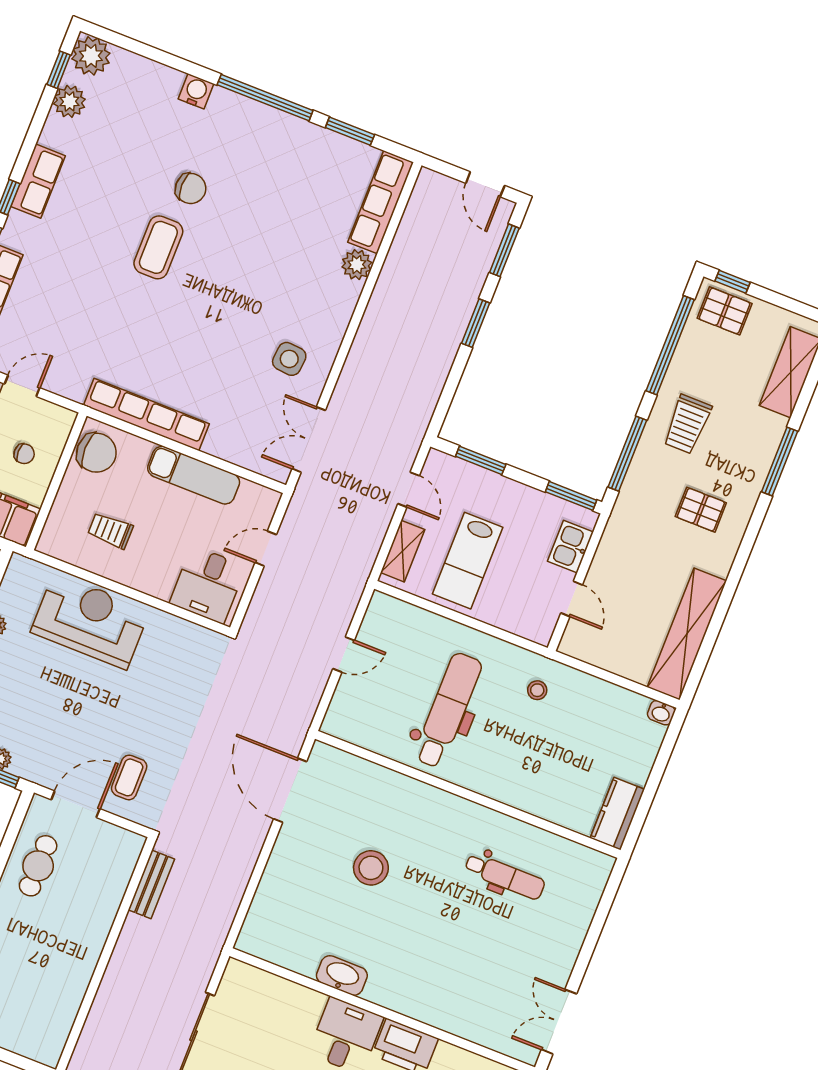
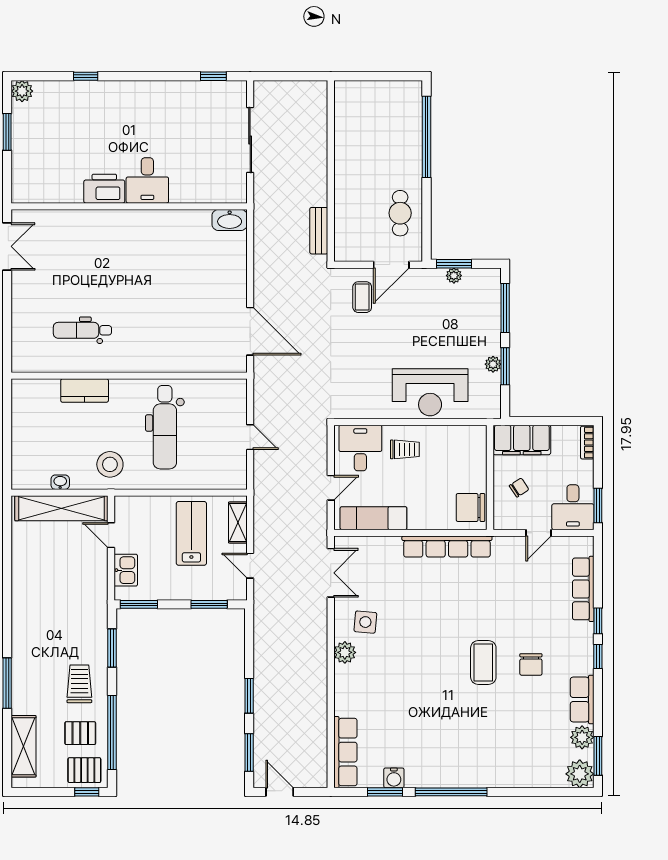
window: (59, 70) -> (598, 756), width x1.50
water cooler: (196, 91) -> (394, 778), moved
row of seats: (38, 181) -> (582, 700), moved
chair: (191, 188) -> (531, 664), moved, turned -90
plant: (357, 265) -> (345, 652), moved
chair: (24, 454) -> (519, 488), turned 147
window: (627, 454) -> (112, 648), width x0.69
exam couch: (194, 475) -> (373, 518), moved
pallet: (701, 510) -> (80, 733), moved
trolley: (110, 531) -> (405, 449), moved
shelving: (687, 634) -> (61, 508), moved, turned 90
door: (344, 654) -> (250, 437), swing flipped
stool: (537, 690) -> (110, 464), width x1.89, depth x1.89
washbasin: (661, 713) -> (60, 482), moved
kitchen counter: (617, 814) -> (85, 391), moved, turned 90
stool: (371, 868) -> (175, 300), removed
washbasin: (342, 975) -> (230, 220), moved

